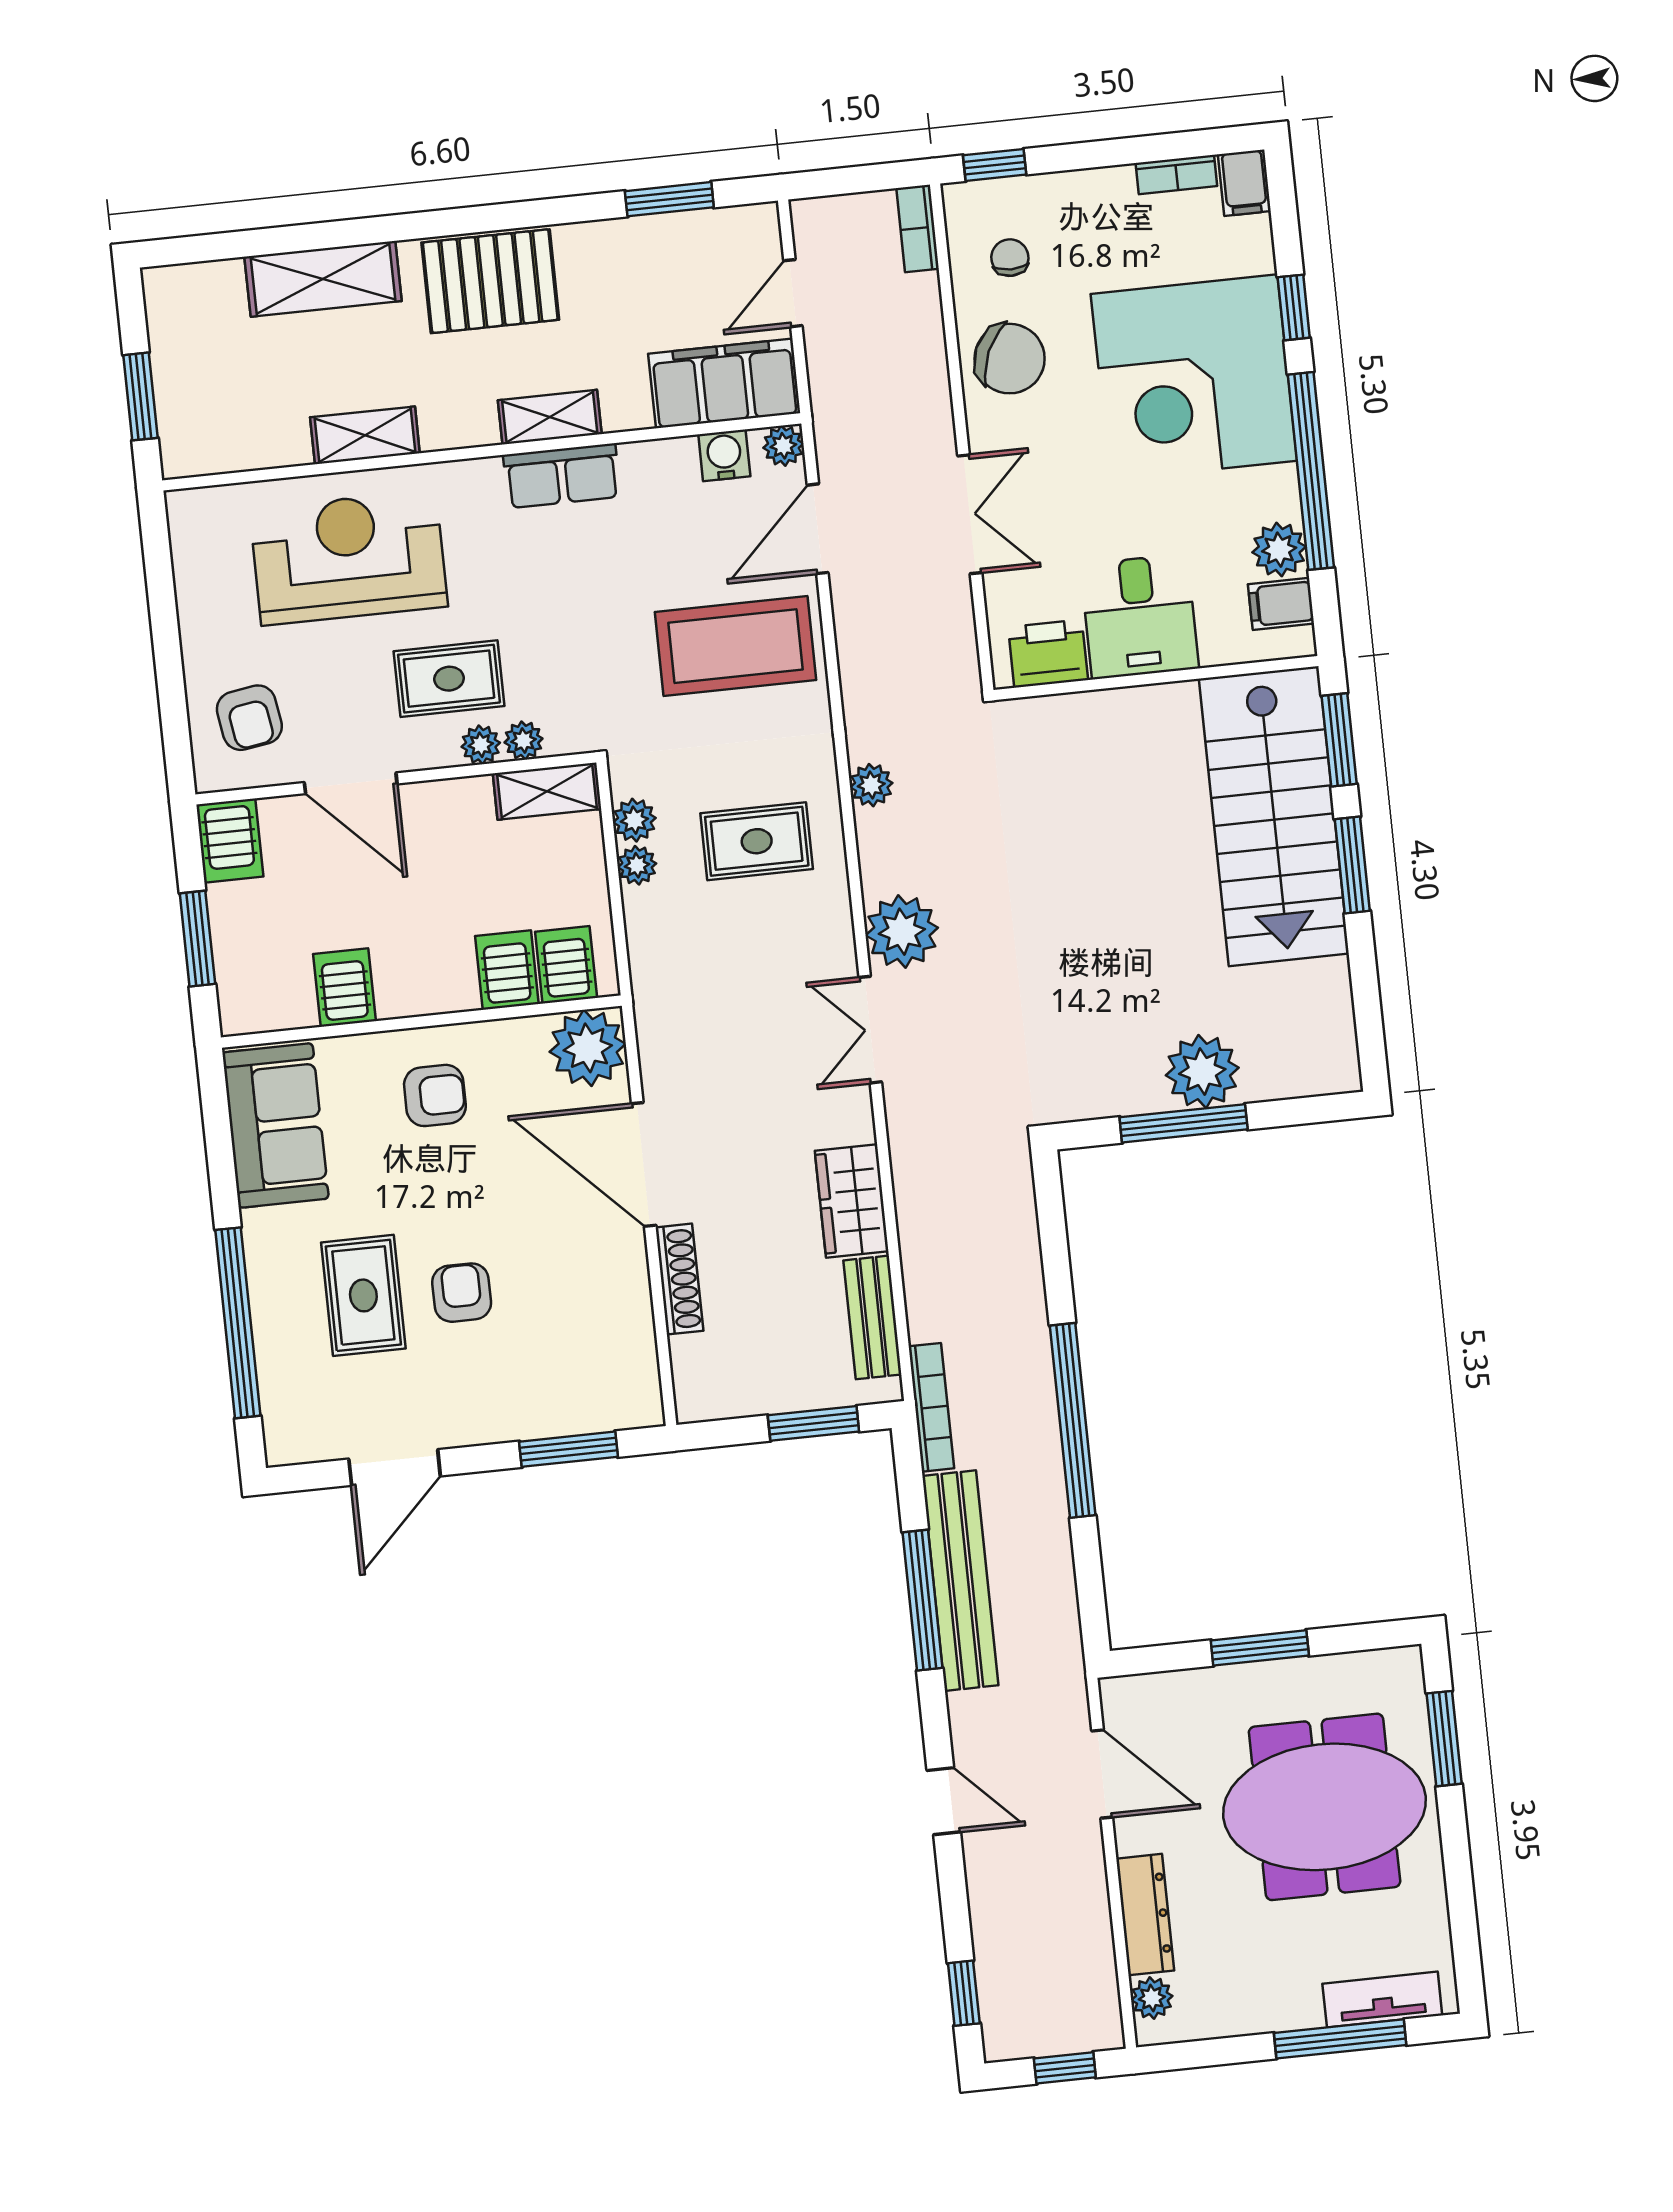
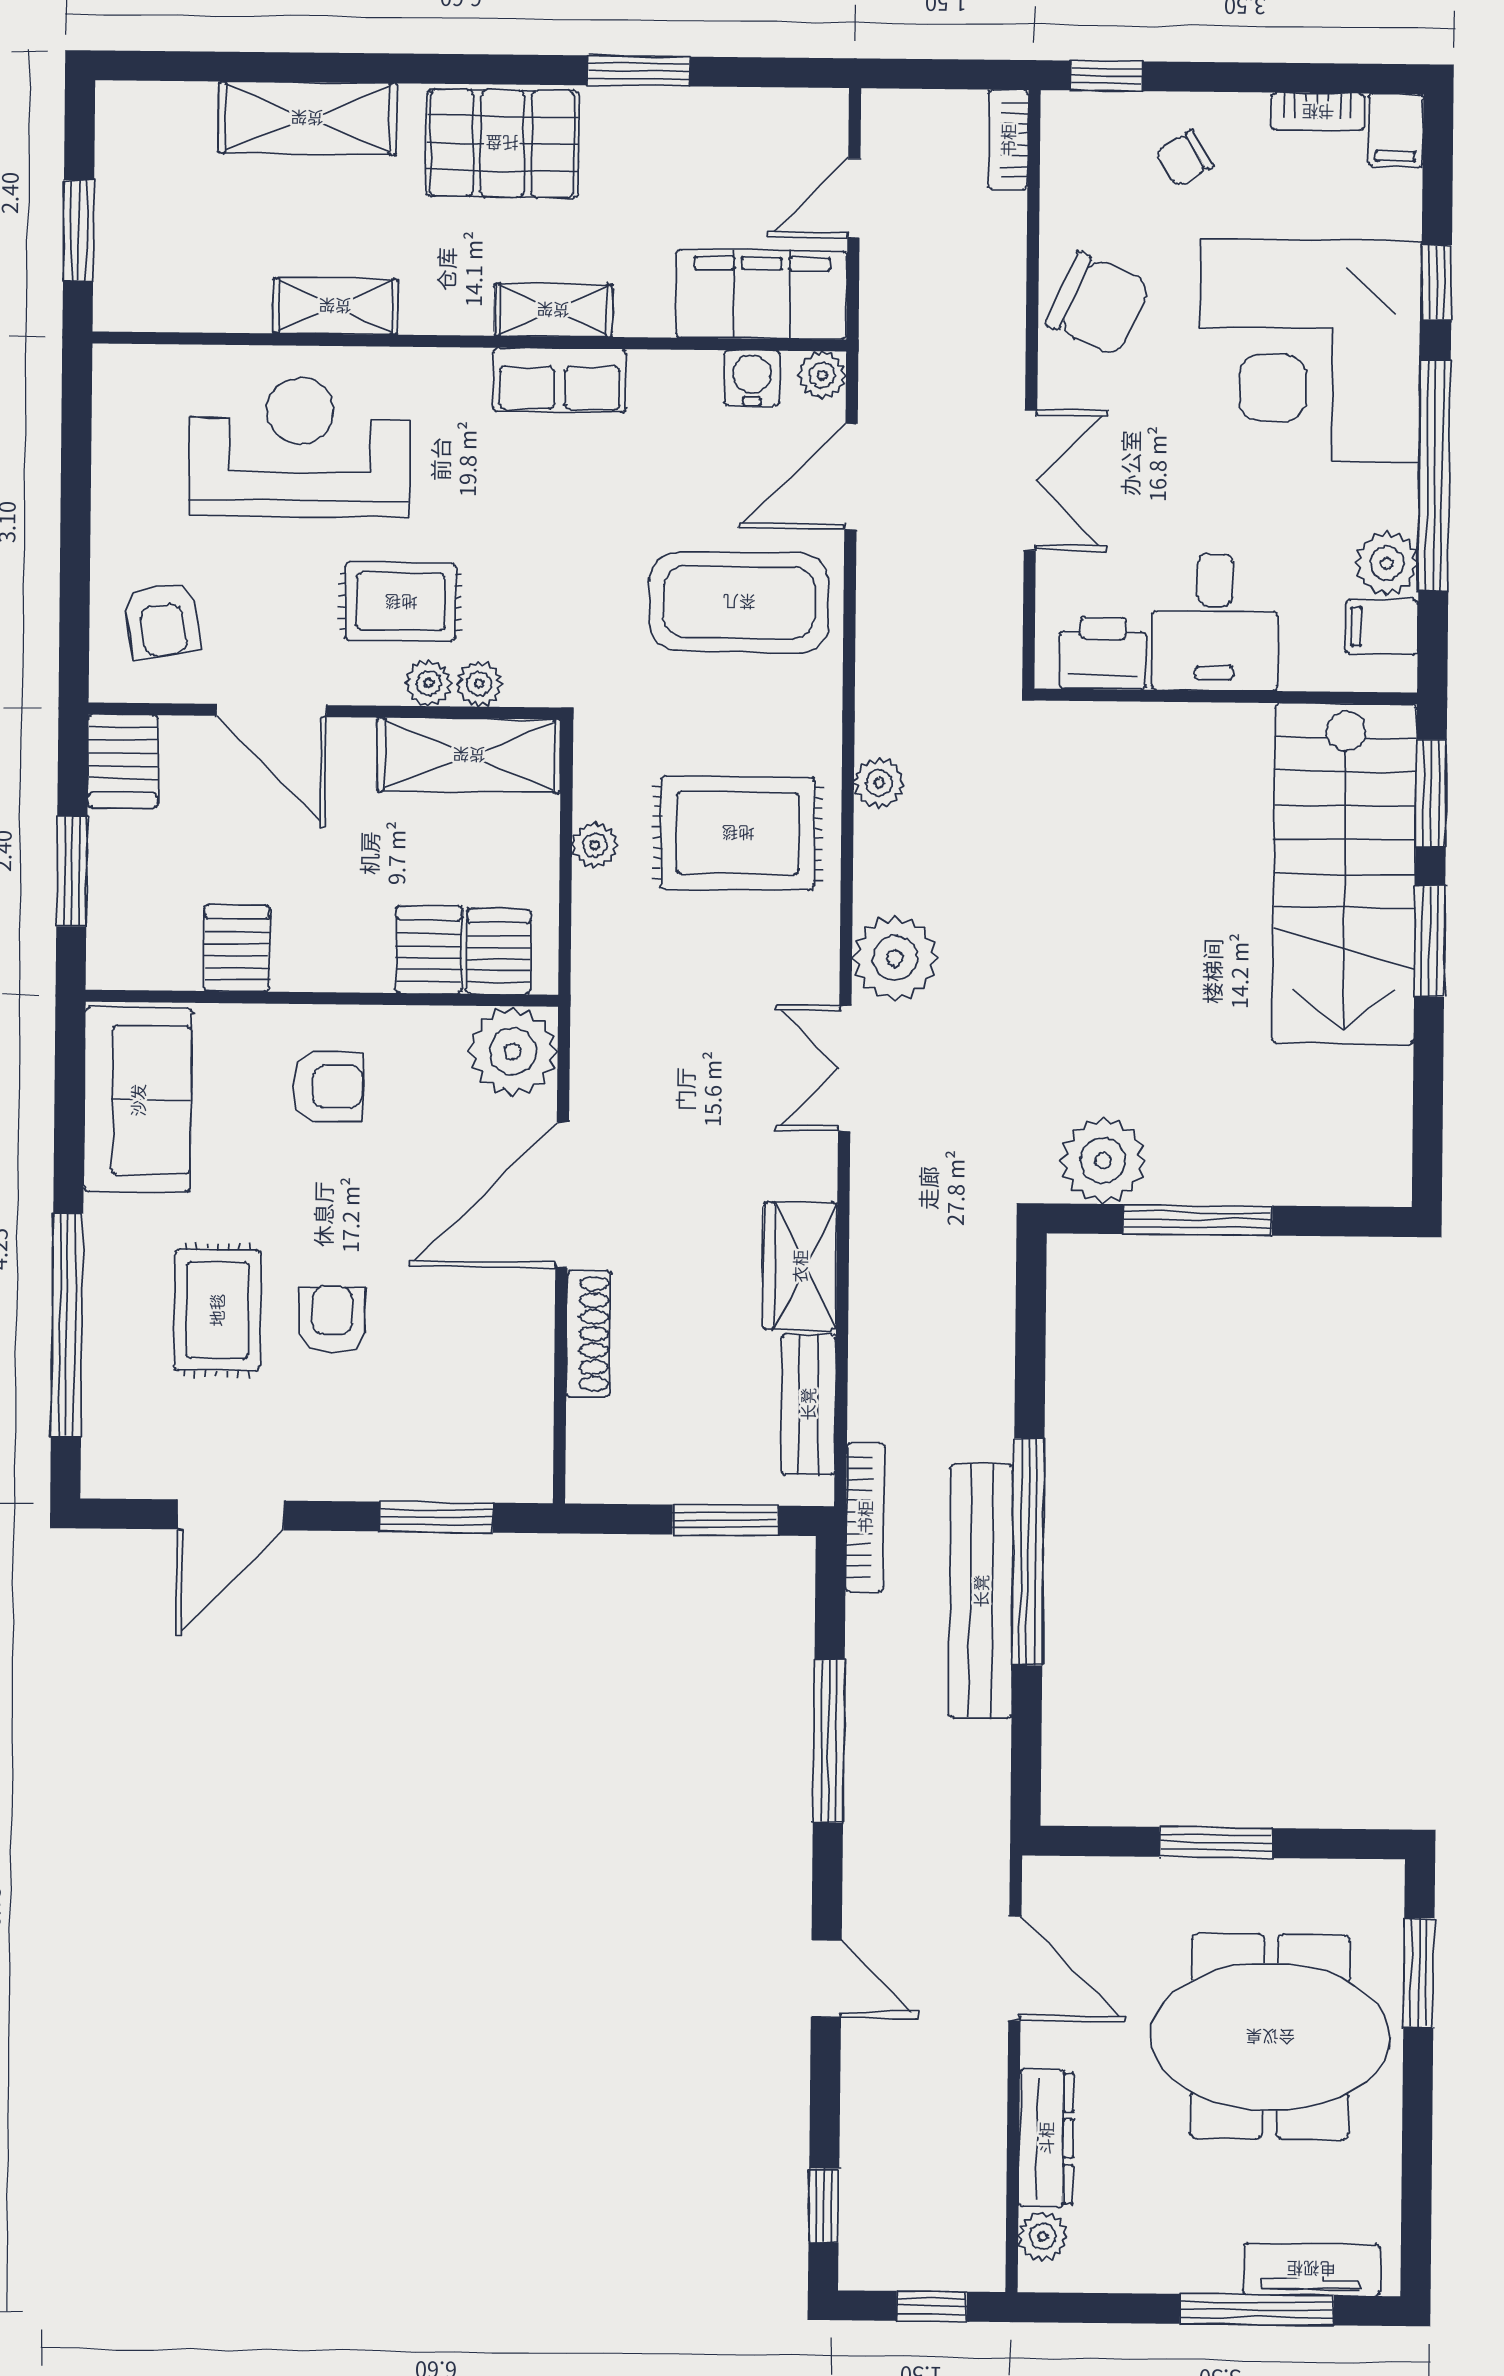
window: (669, 199) -> (639, 71), moved
chair: (1010, 258) -> (1185, 158), moved, turned -122
shelving: (547, 791) -> (469, 755), width x1.50, depth x1.33
plant: (634, 820) -> (598, 792), removed
rug: (757, 841) -> (738, 833), width x1.36, depth x1.43
plant: (1202, 1071) -> (1103, 1161), moved
door: (644, 1164) -> (562, 1195), hinge flipped
bench: (960, 1581) -> (981, 1591), moved

